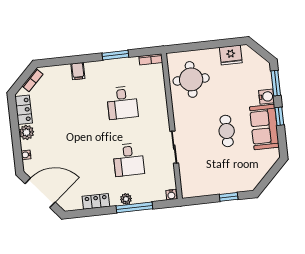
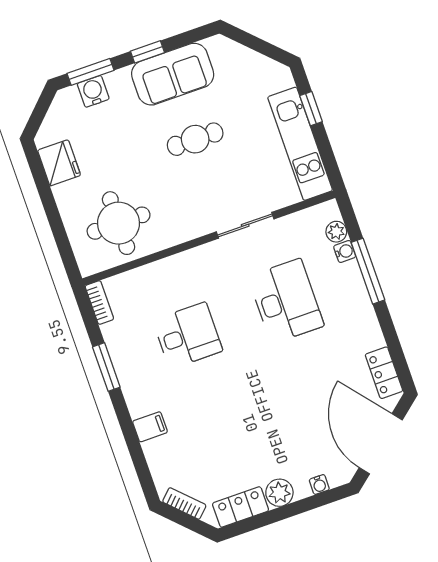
water cooler: (266, 97) -> (93, 91), moved
desk: (128, 160) -> (286, 301), width x1.37
kitchen unit: (211, 187) -> (300, 144), added
water cooler: (171, 195) -> (345, 251), moved
plant: (126, 199) -> (336, 232), moved
locker: (96, 201) -> (384, 373), moved

